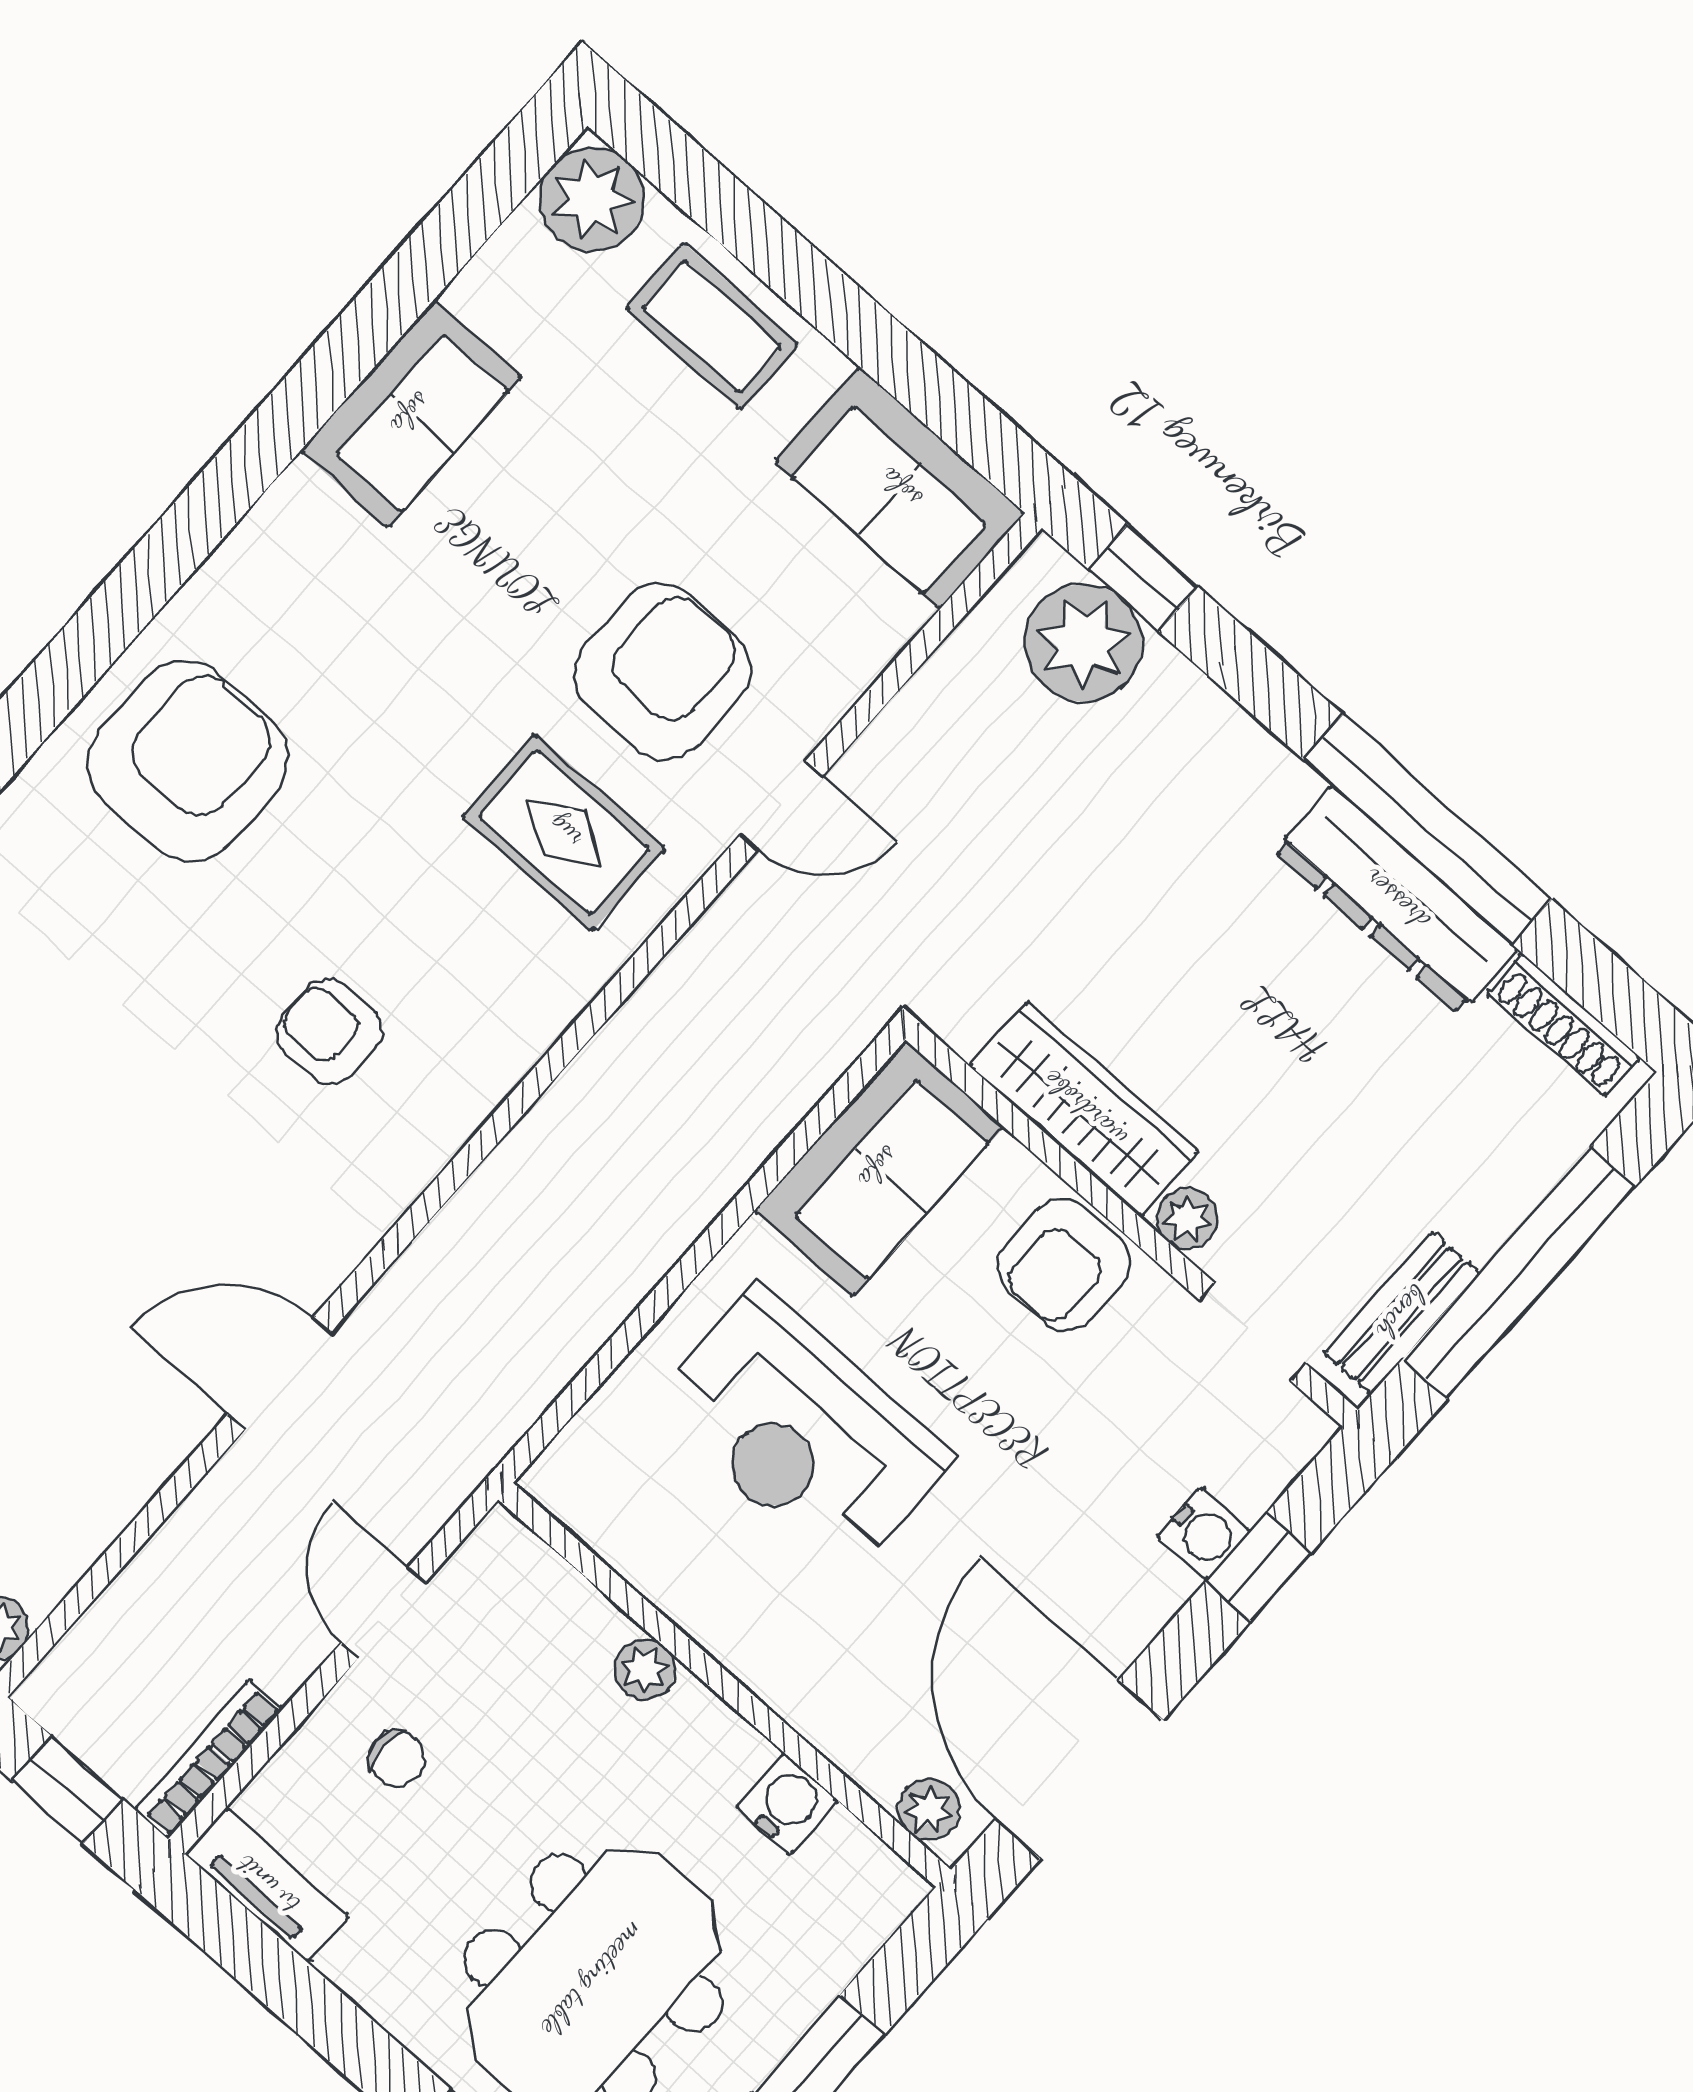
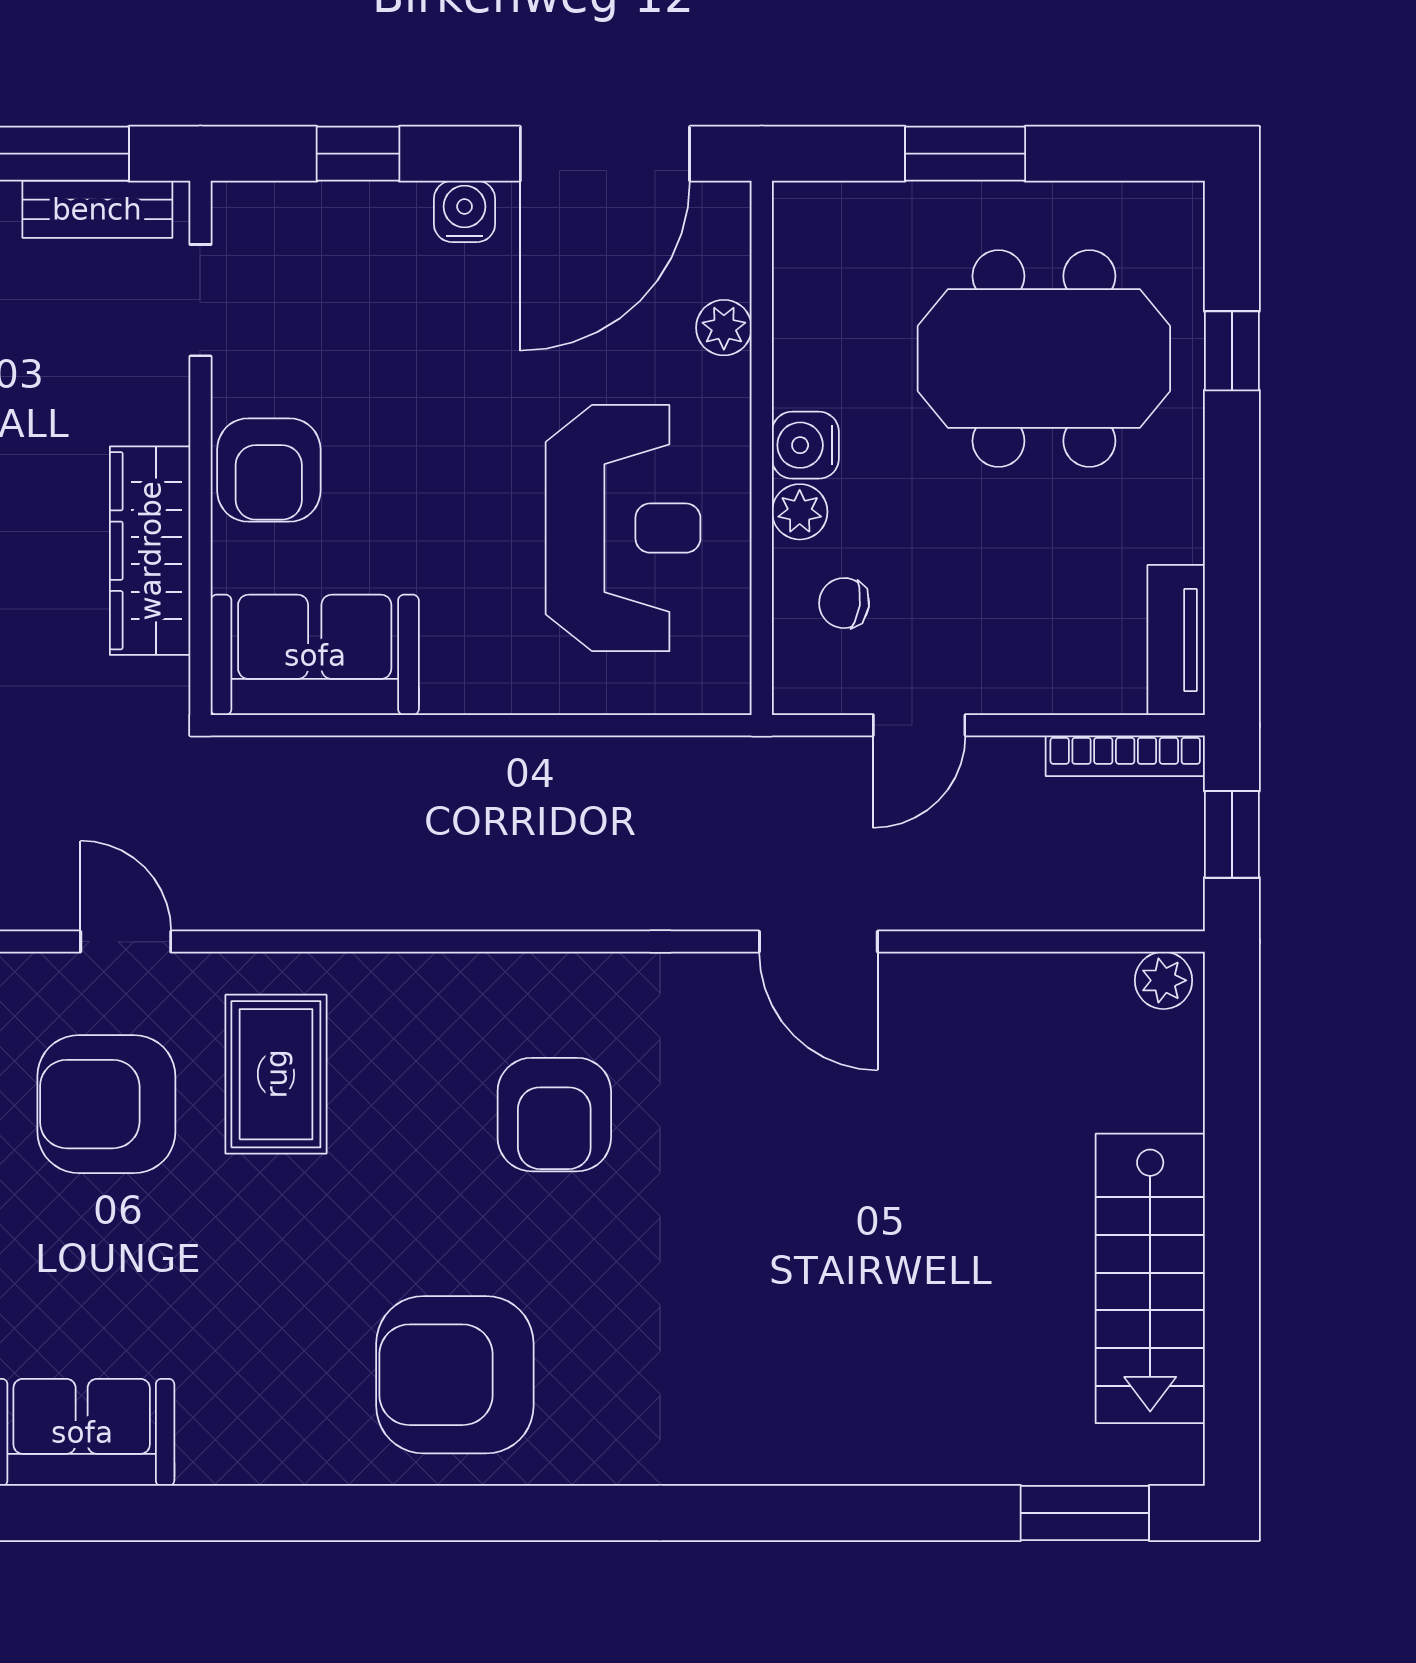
armchair: (329, 1031) -> (554, 1115), width x1.38, depth x1.38
plant: (1187, 1219) -> (163, 414), removed
armchair: (1064, 1265) -> (269, 470), turned 90
reception desk: (802, 1432) -> (623, 528), moved
water cooler: (1204, 1534) -> (465, 211), moved
chair: (397, 1759) -> (844, 603), moved, turned -82
water cooler: (787, 1804) -> (805, 445), moved
plant: (929, 1810) -> (724, 328), moved

